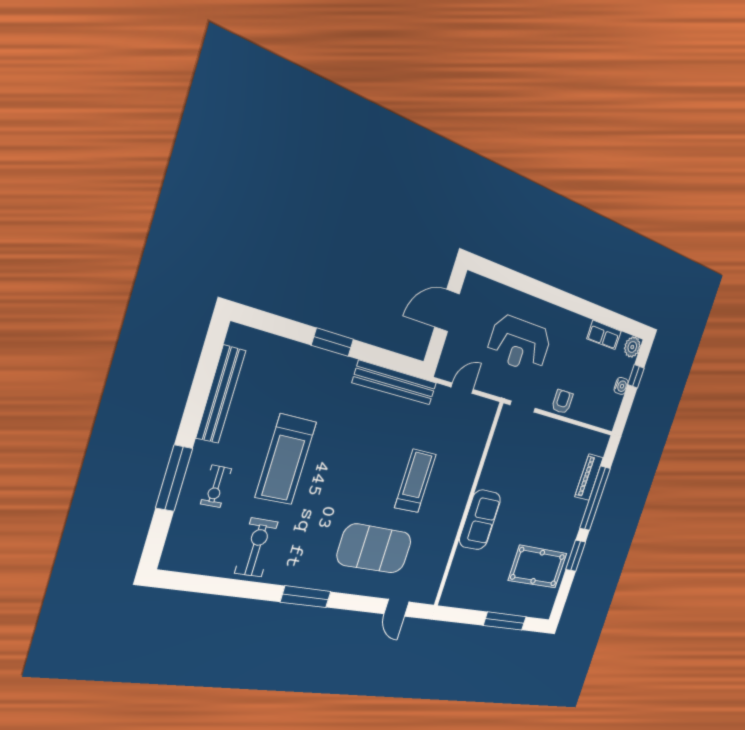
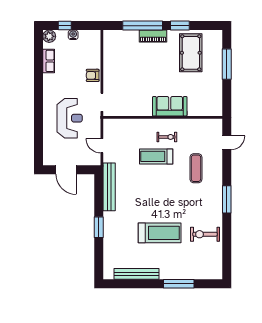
piano: (589, 477) -> (153, 36), moved
exercise bike: (216, 486) -> (167, 137), moved
exercise mat: (374, 549) -> (196, 168), width x0.50, depth x0.69

